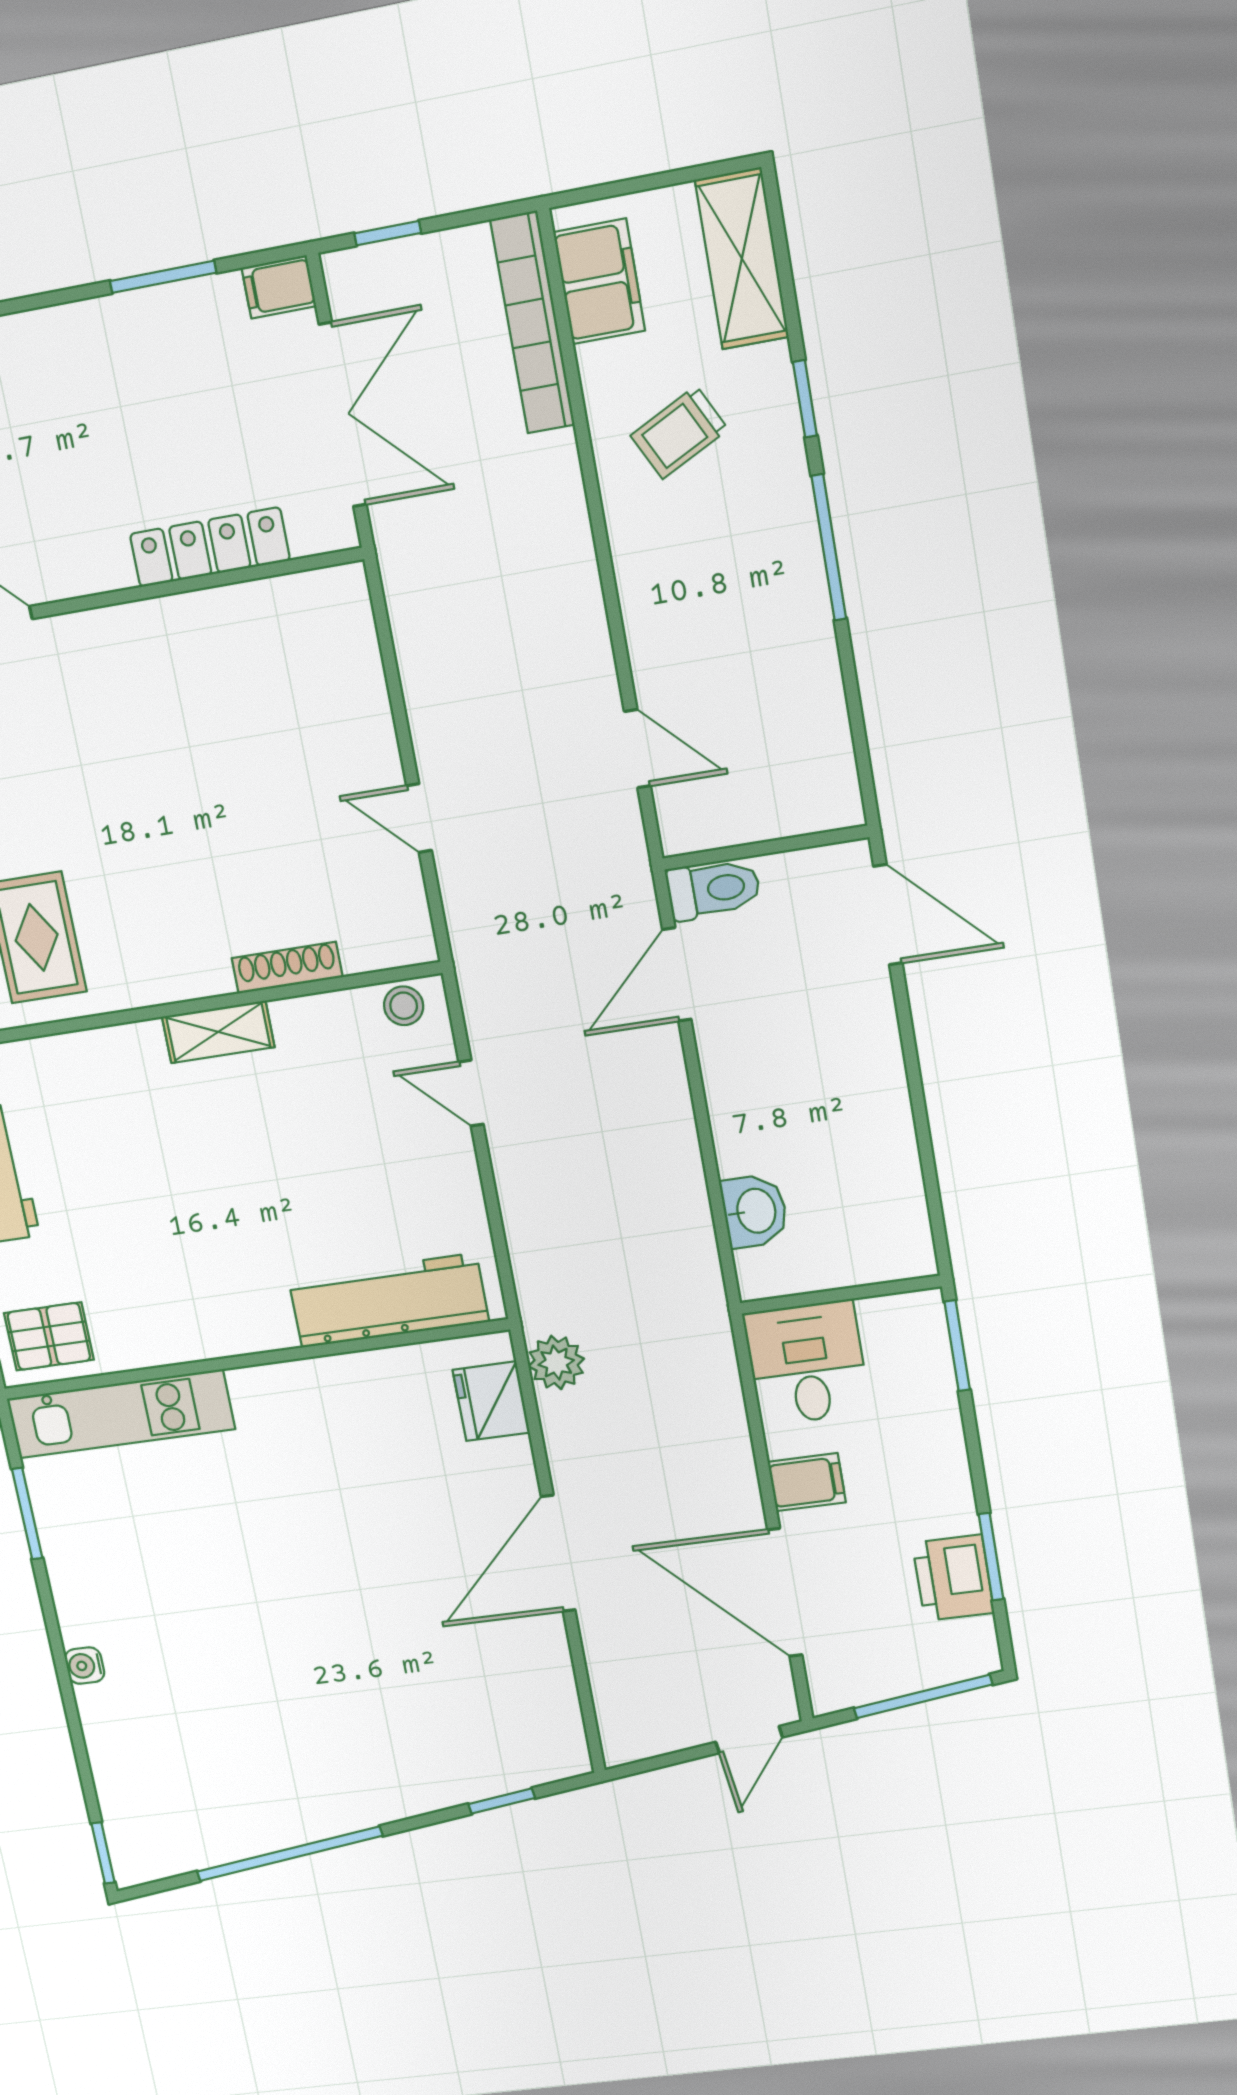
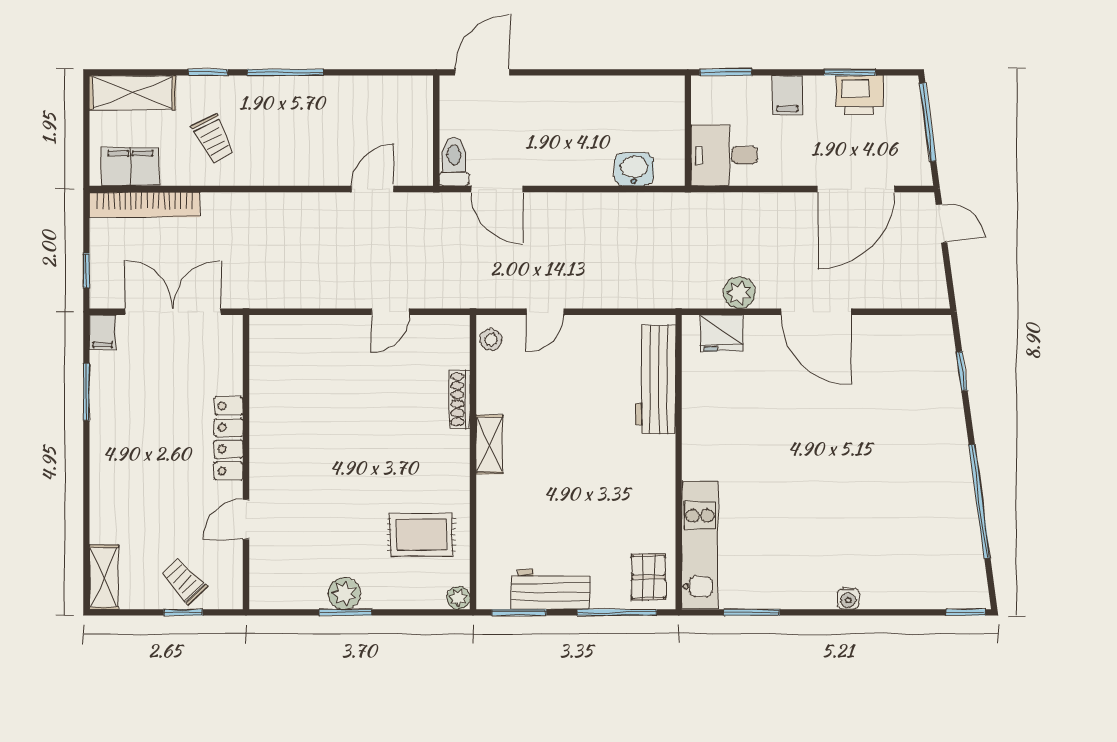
locker: (210, 547) -> (229, 438), moved
plant: (556, 1363) -> (739, 293), moved
filing cabinet: (807, 1482) -> (787, 95), moved, turned 180

